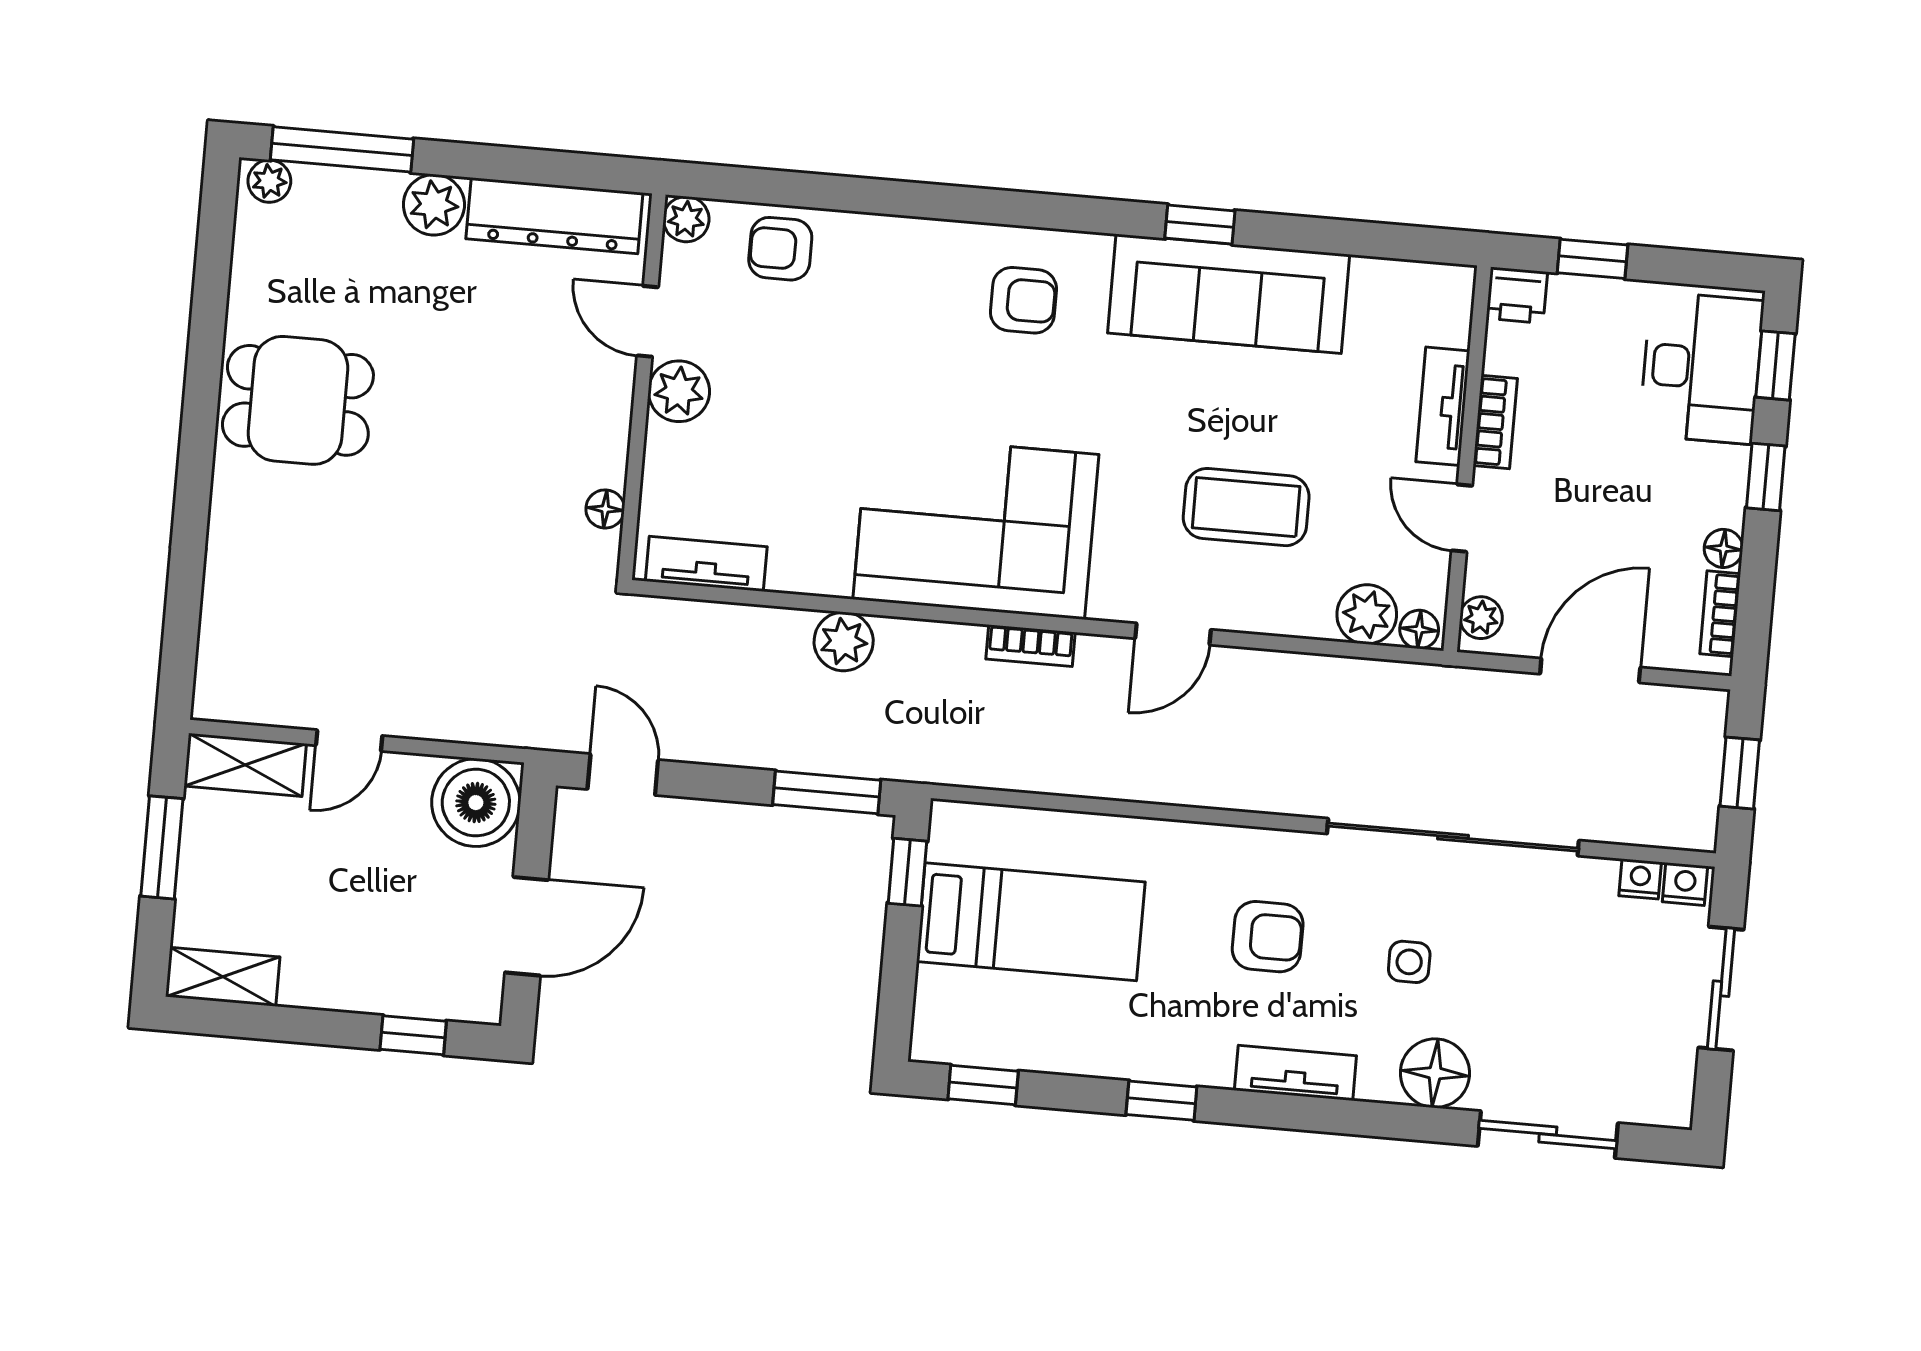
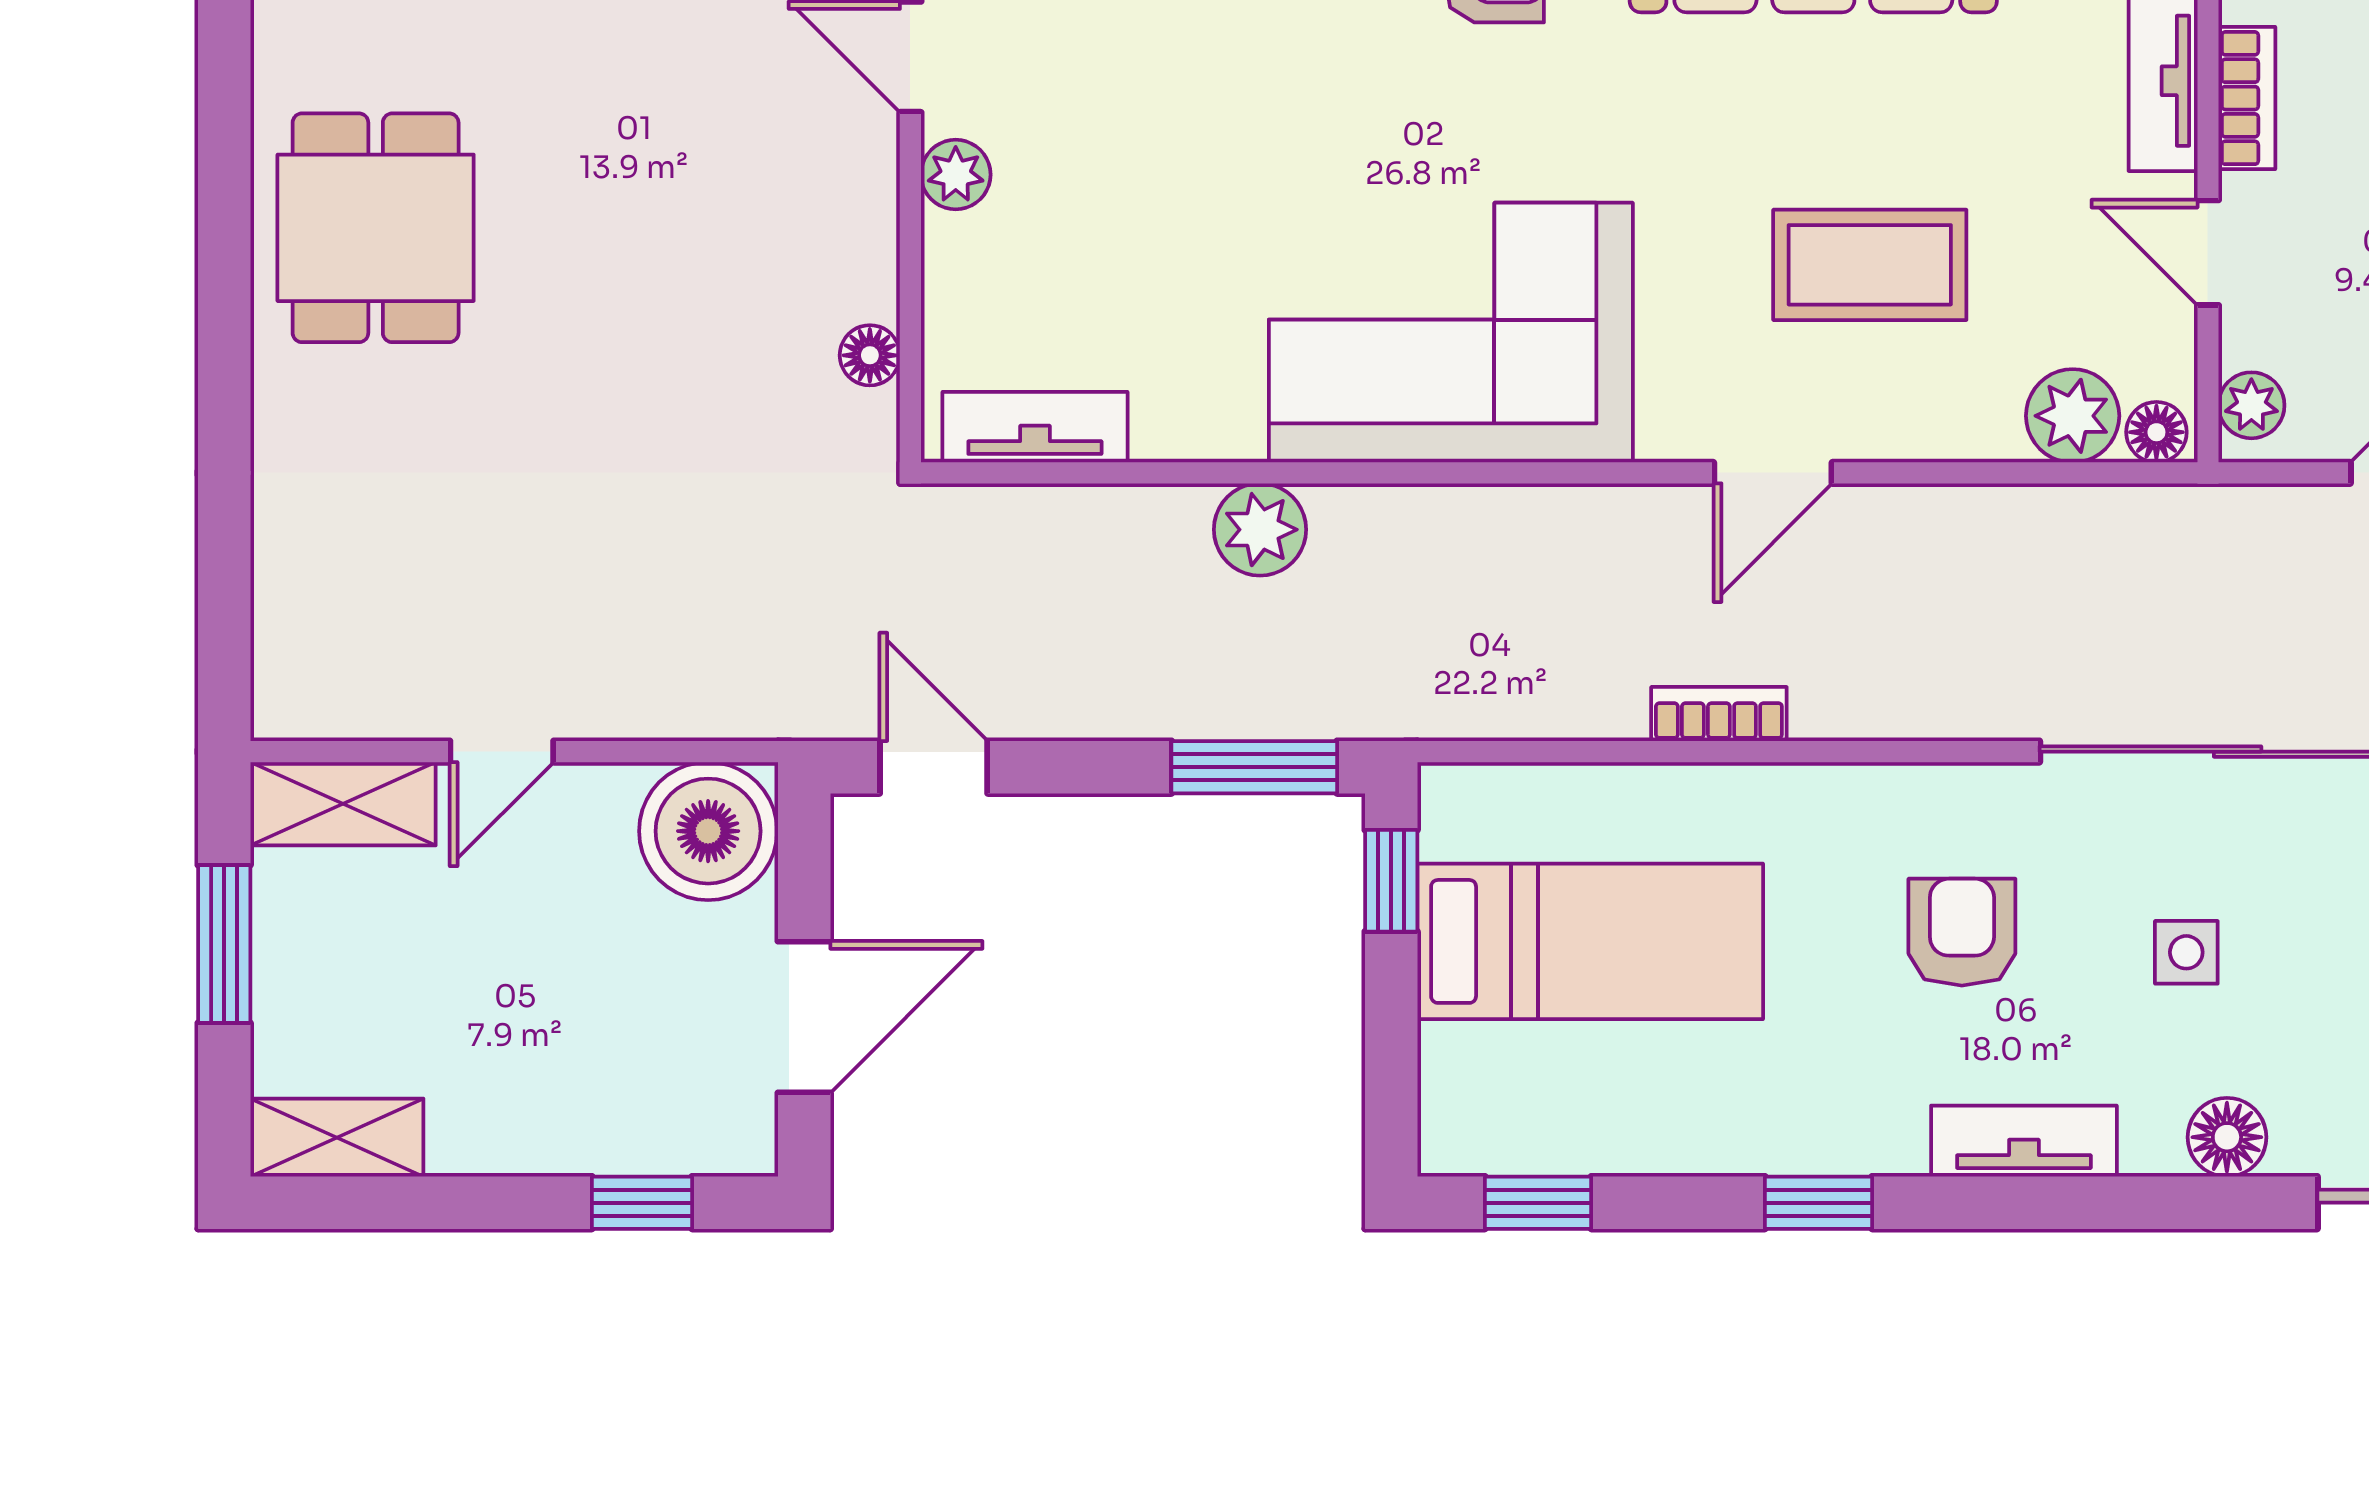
plant: (679, 391) -> (956, 175), width x0.73, depth x0.73
dining table: (298, 400) -> (376, 228), turned 90
bookcase: (1030, 646) -> (1719, 714), moved, turned 180
armchair: (1268, 937) -> (1962, 932), turned -90
floor lamp: (1435, 1073) -> (2227, 1137), width x0.73, depth x0.73

